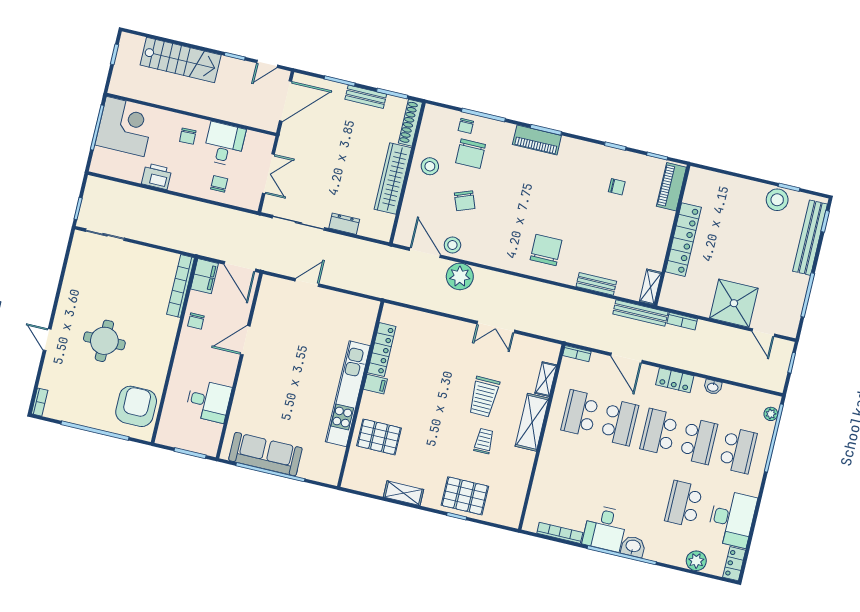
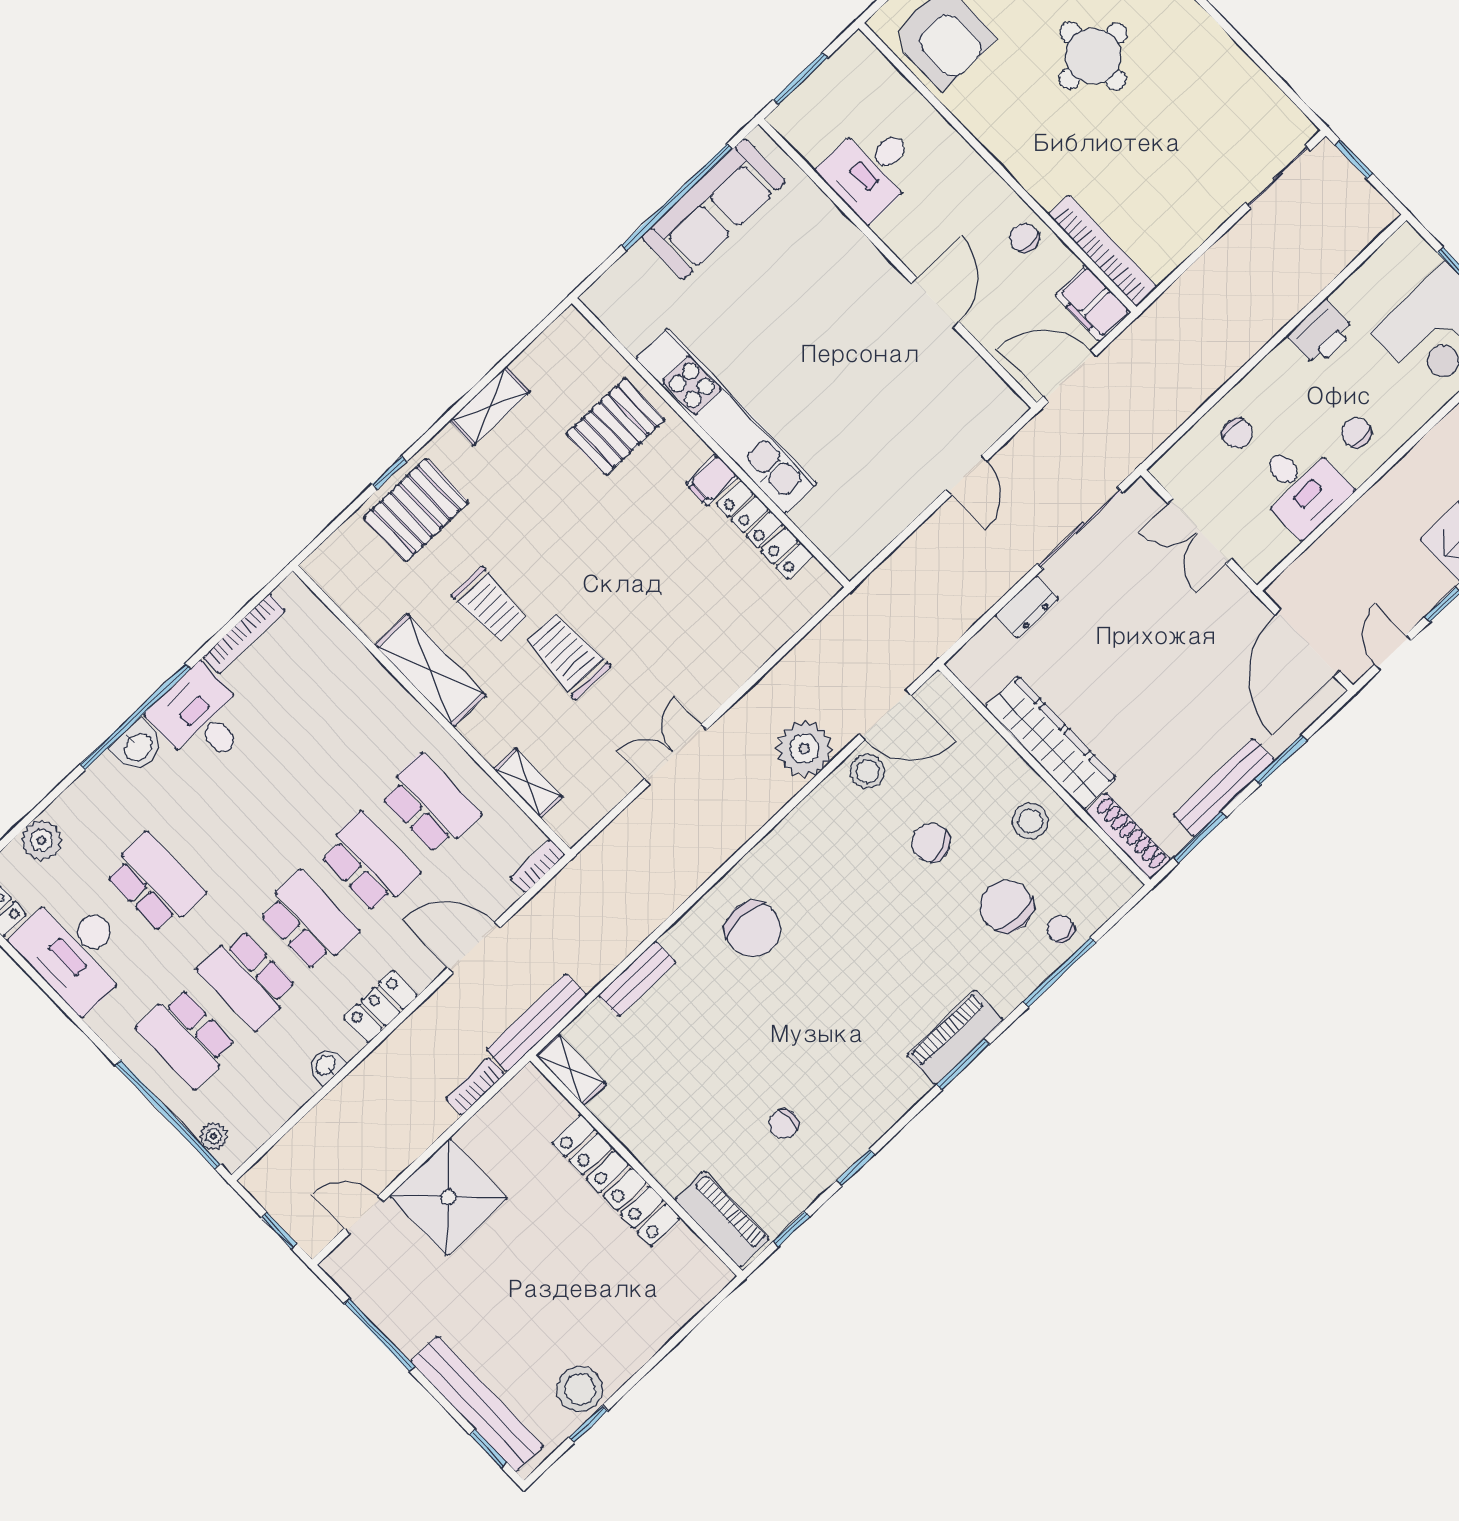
bench: (366, 97) -> (1224, 788), width x1.36
shelving: (532, 422) -> (430, 670), moved
school desk: (620, 422) -> (369, 863), turned 180
trolley: (484, 441) -> (490, 605), width x1.36, depth x1.39

